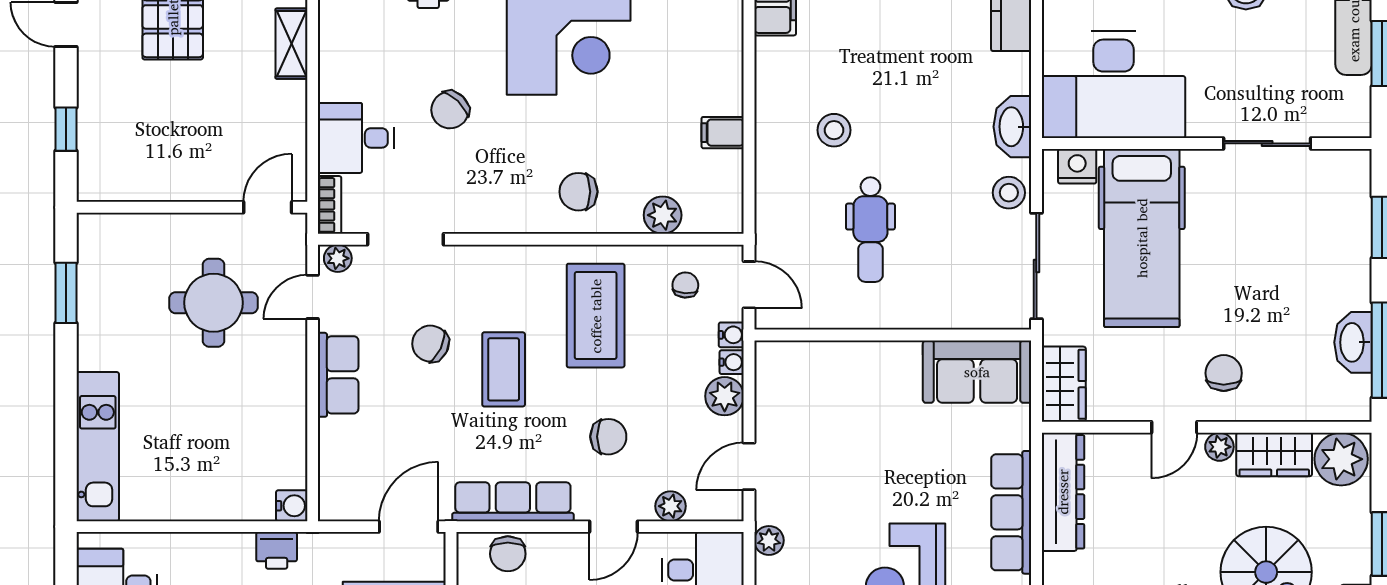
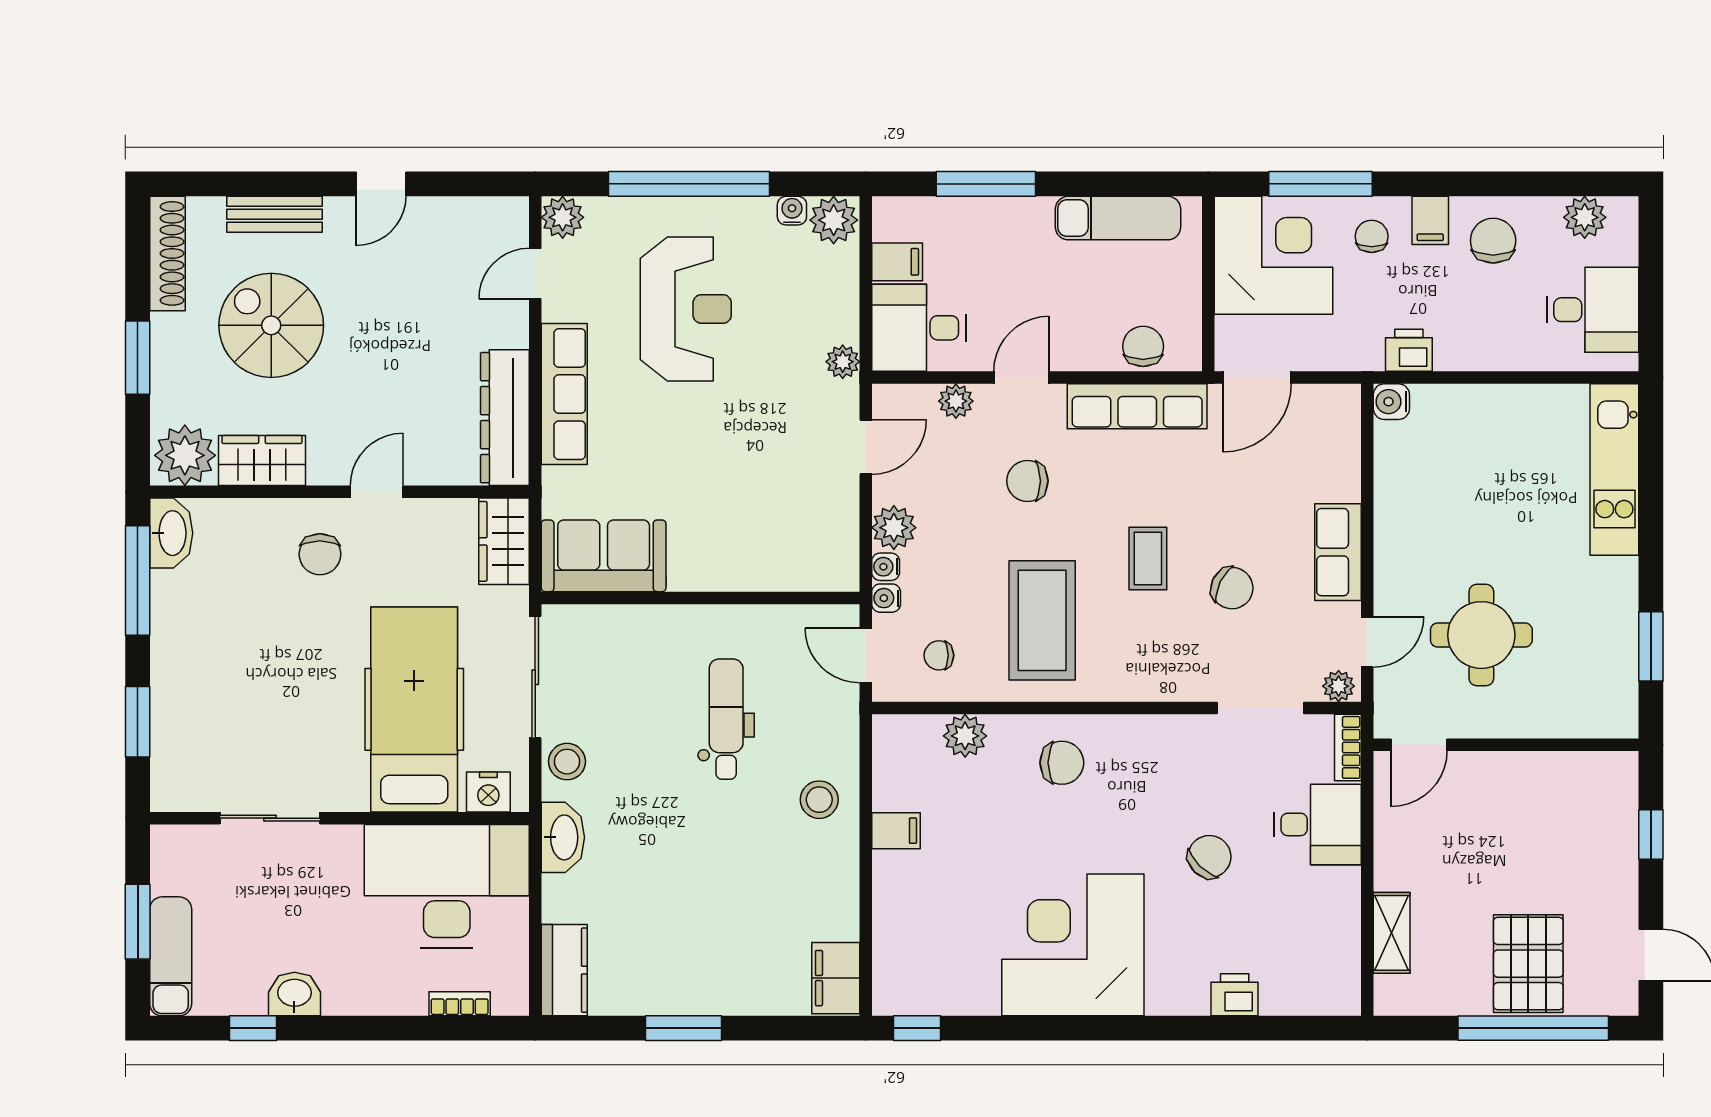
stool: (834, 130) -> (819, 800), moved
chair: (685, 285) -> (939, 655), turned 86
washbasin: (1353, 342) -> (171, 533), moved
coffee table: (504, 369) -> (1148, 558), width x0.73, depth x0.77
plant: (1219, 447) -> (325, 469), removed

